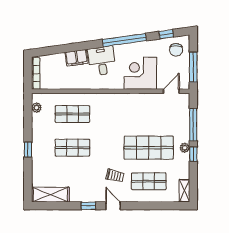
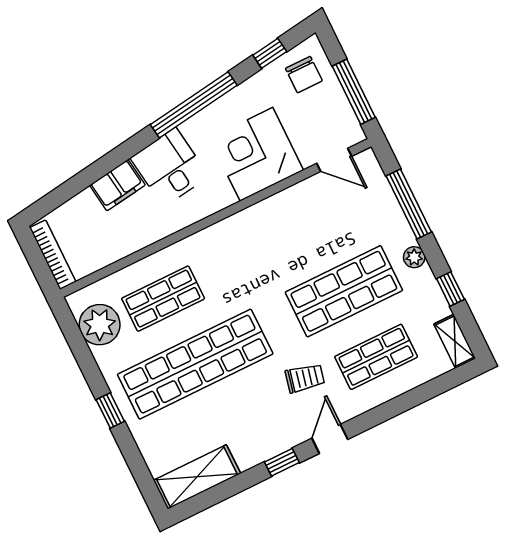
door: (171, 91) -> (334, 160), swing flipped
plant: (37, 108) -> (100, 325), width x1.87, depth x1.87
shop shelf: (72, 148) -> (195, 364), width x2.00, depth x1.36
window: (193, 154) -> (450, 289), moved
door: (113, 206) -> (330, 439), hinge flipped

